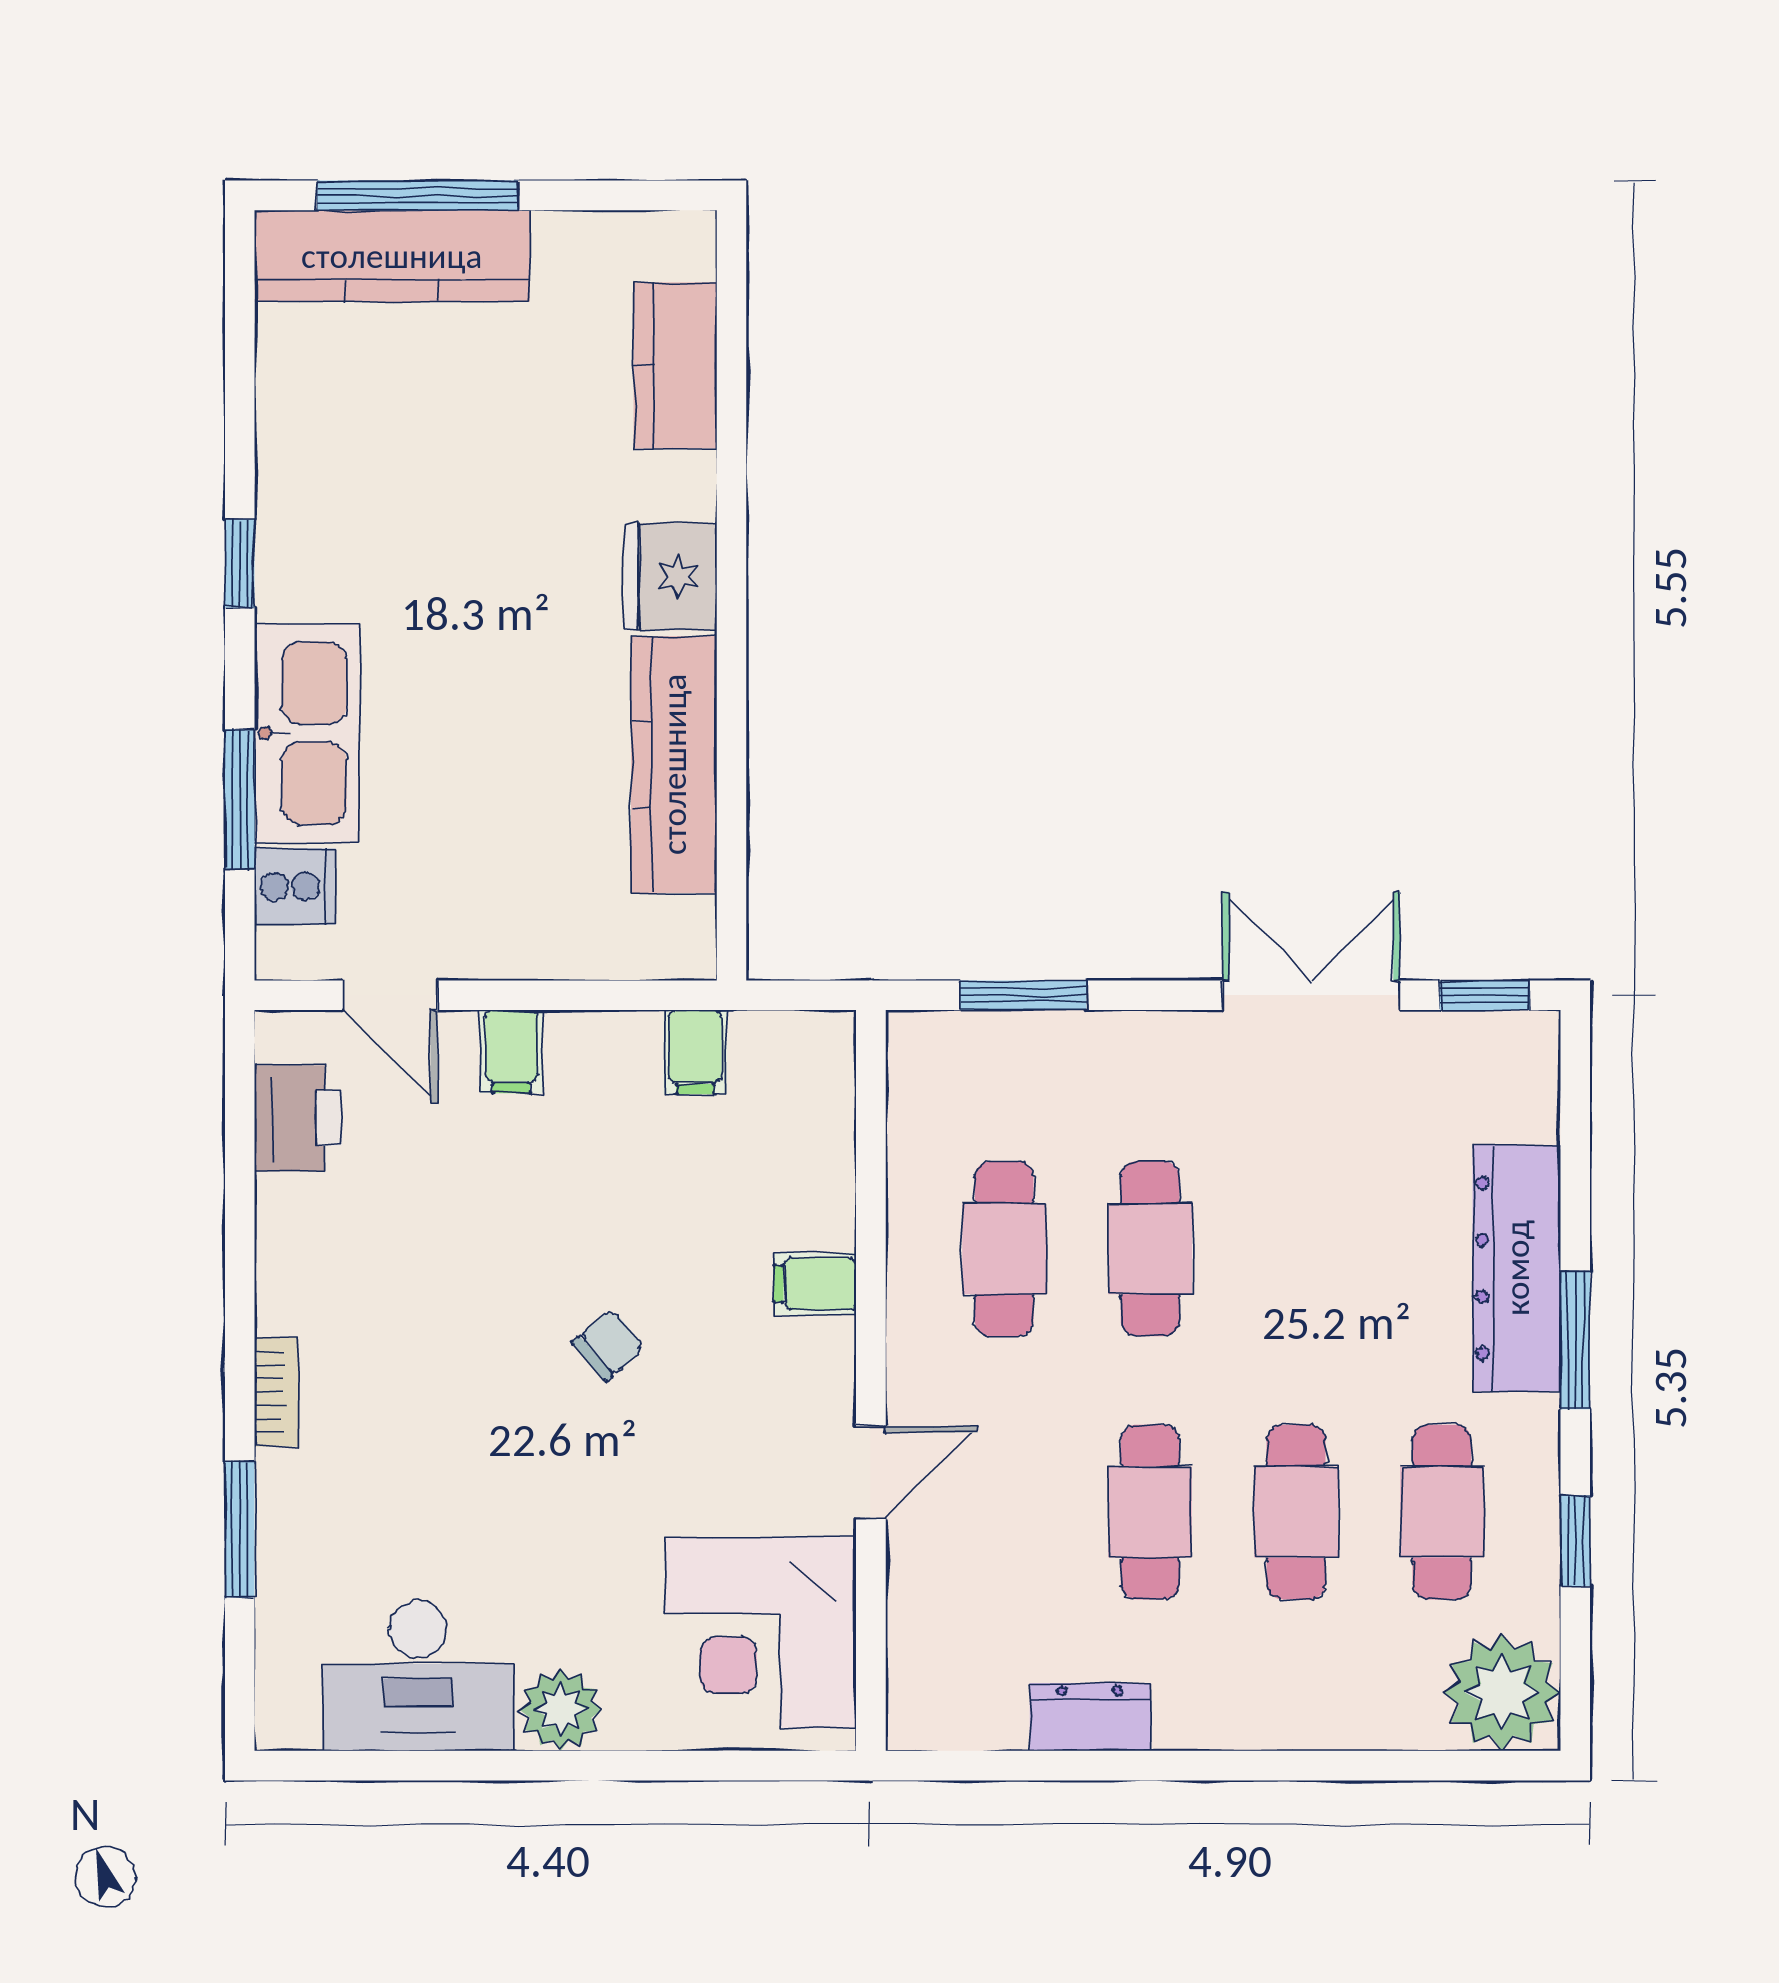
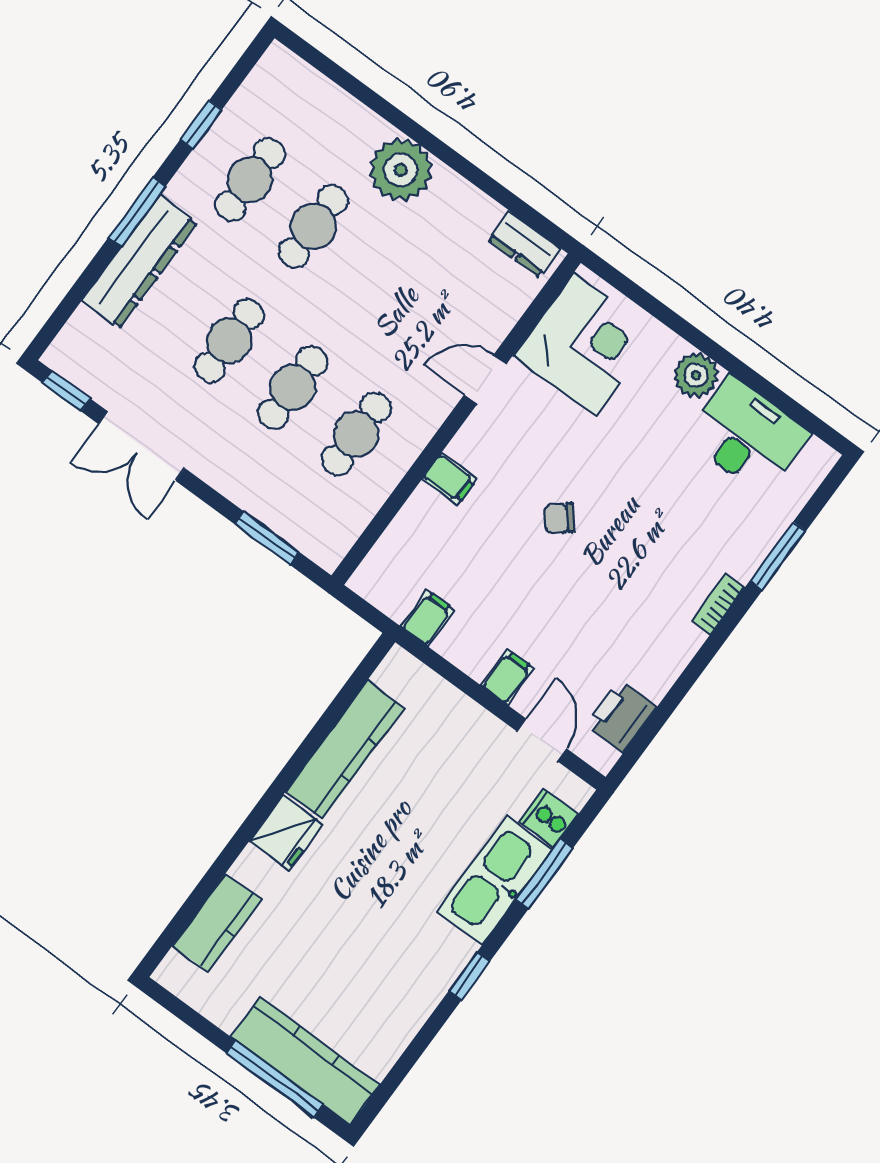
cafe table: (1150, 1512) -> (229, 341), moved
plant: (1502, 1692) -> (401, 170), moved
dresser: (1090, 1717) -> (524, 244), moved

